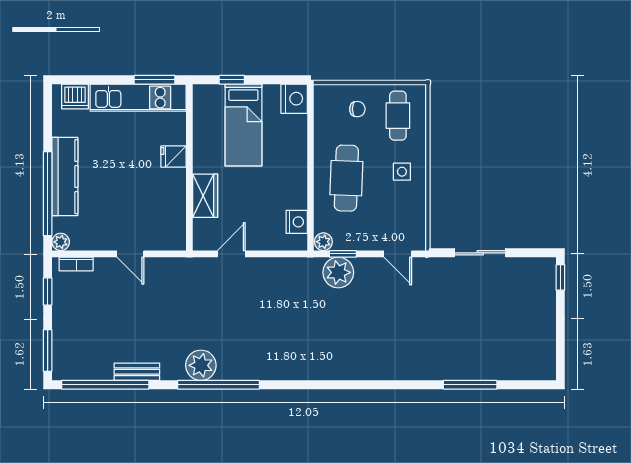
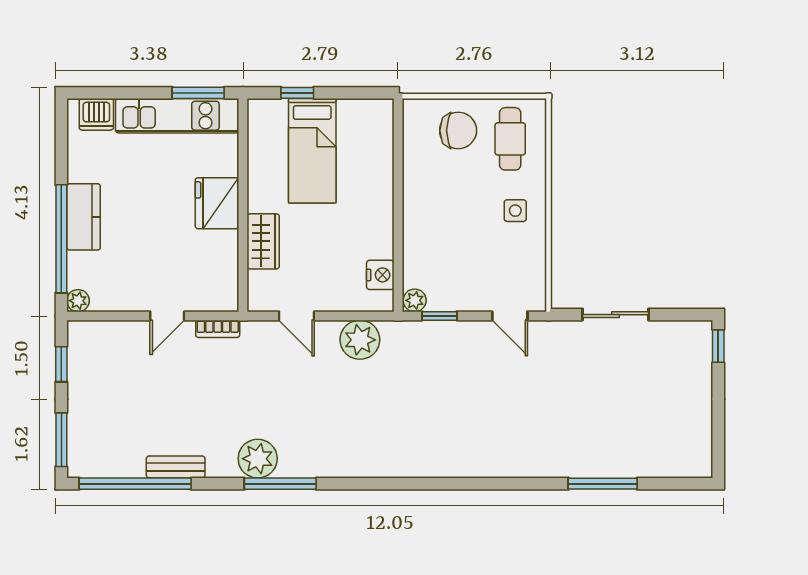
nightstand: (294, 99) -> (377, 117), removed
chair: (357, 109) -> (458, 130), width x1.87, depth x1.87
fridge: (173, 157) -> (217, 203), width x1.88, depth x1.34
kitchen counter: (65, 177) -> (84, 217), width x0.67
cafe table: (346, 178) -> (444, 219), removed
door: (130, 254) -> (167, 316), hinge flipped
door: (231, 254) -> (297, 316), swing flipped
bookcase: (76, 264) -> (218, 329), moved
plant: (338, 272) -> (360, 340), moved
window: (219, 385) -> (280, 484), width x0.68

